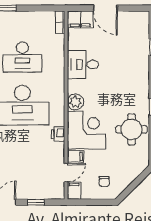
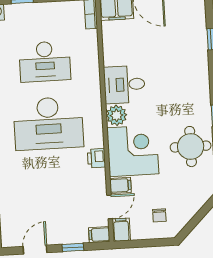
desk: (83, 64) -> (124, 84), moved
filing cabinet: (57, 194) -> (99, 235), added

